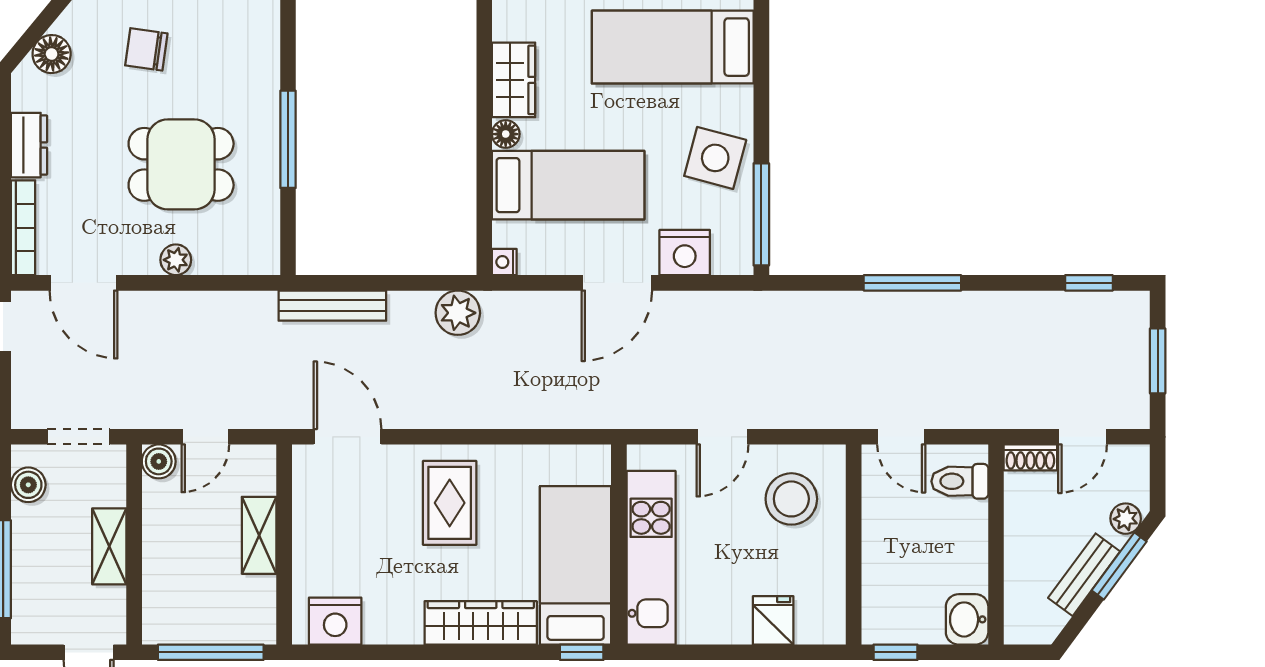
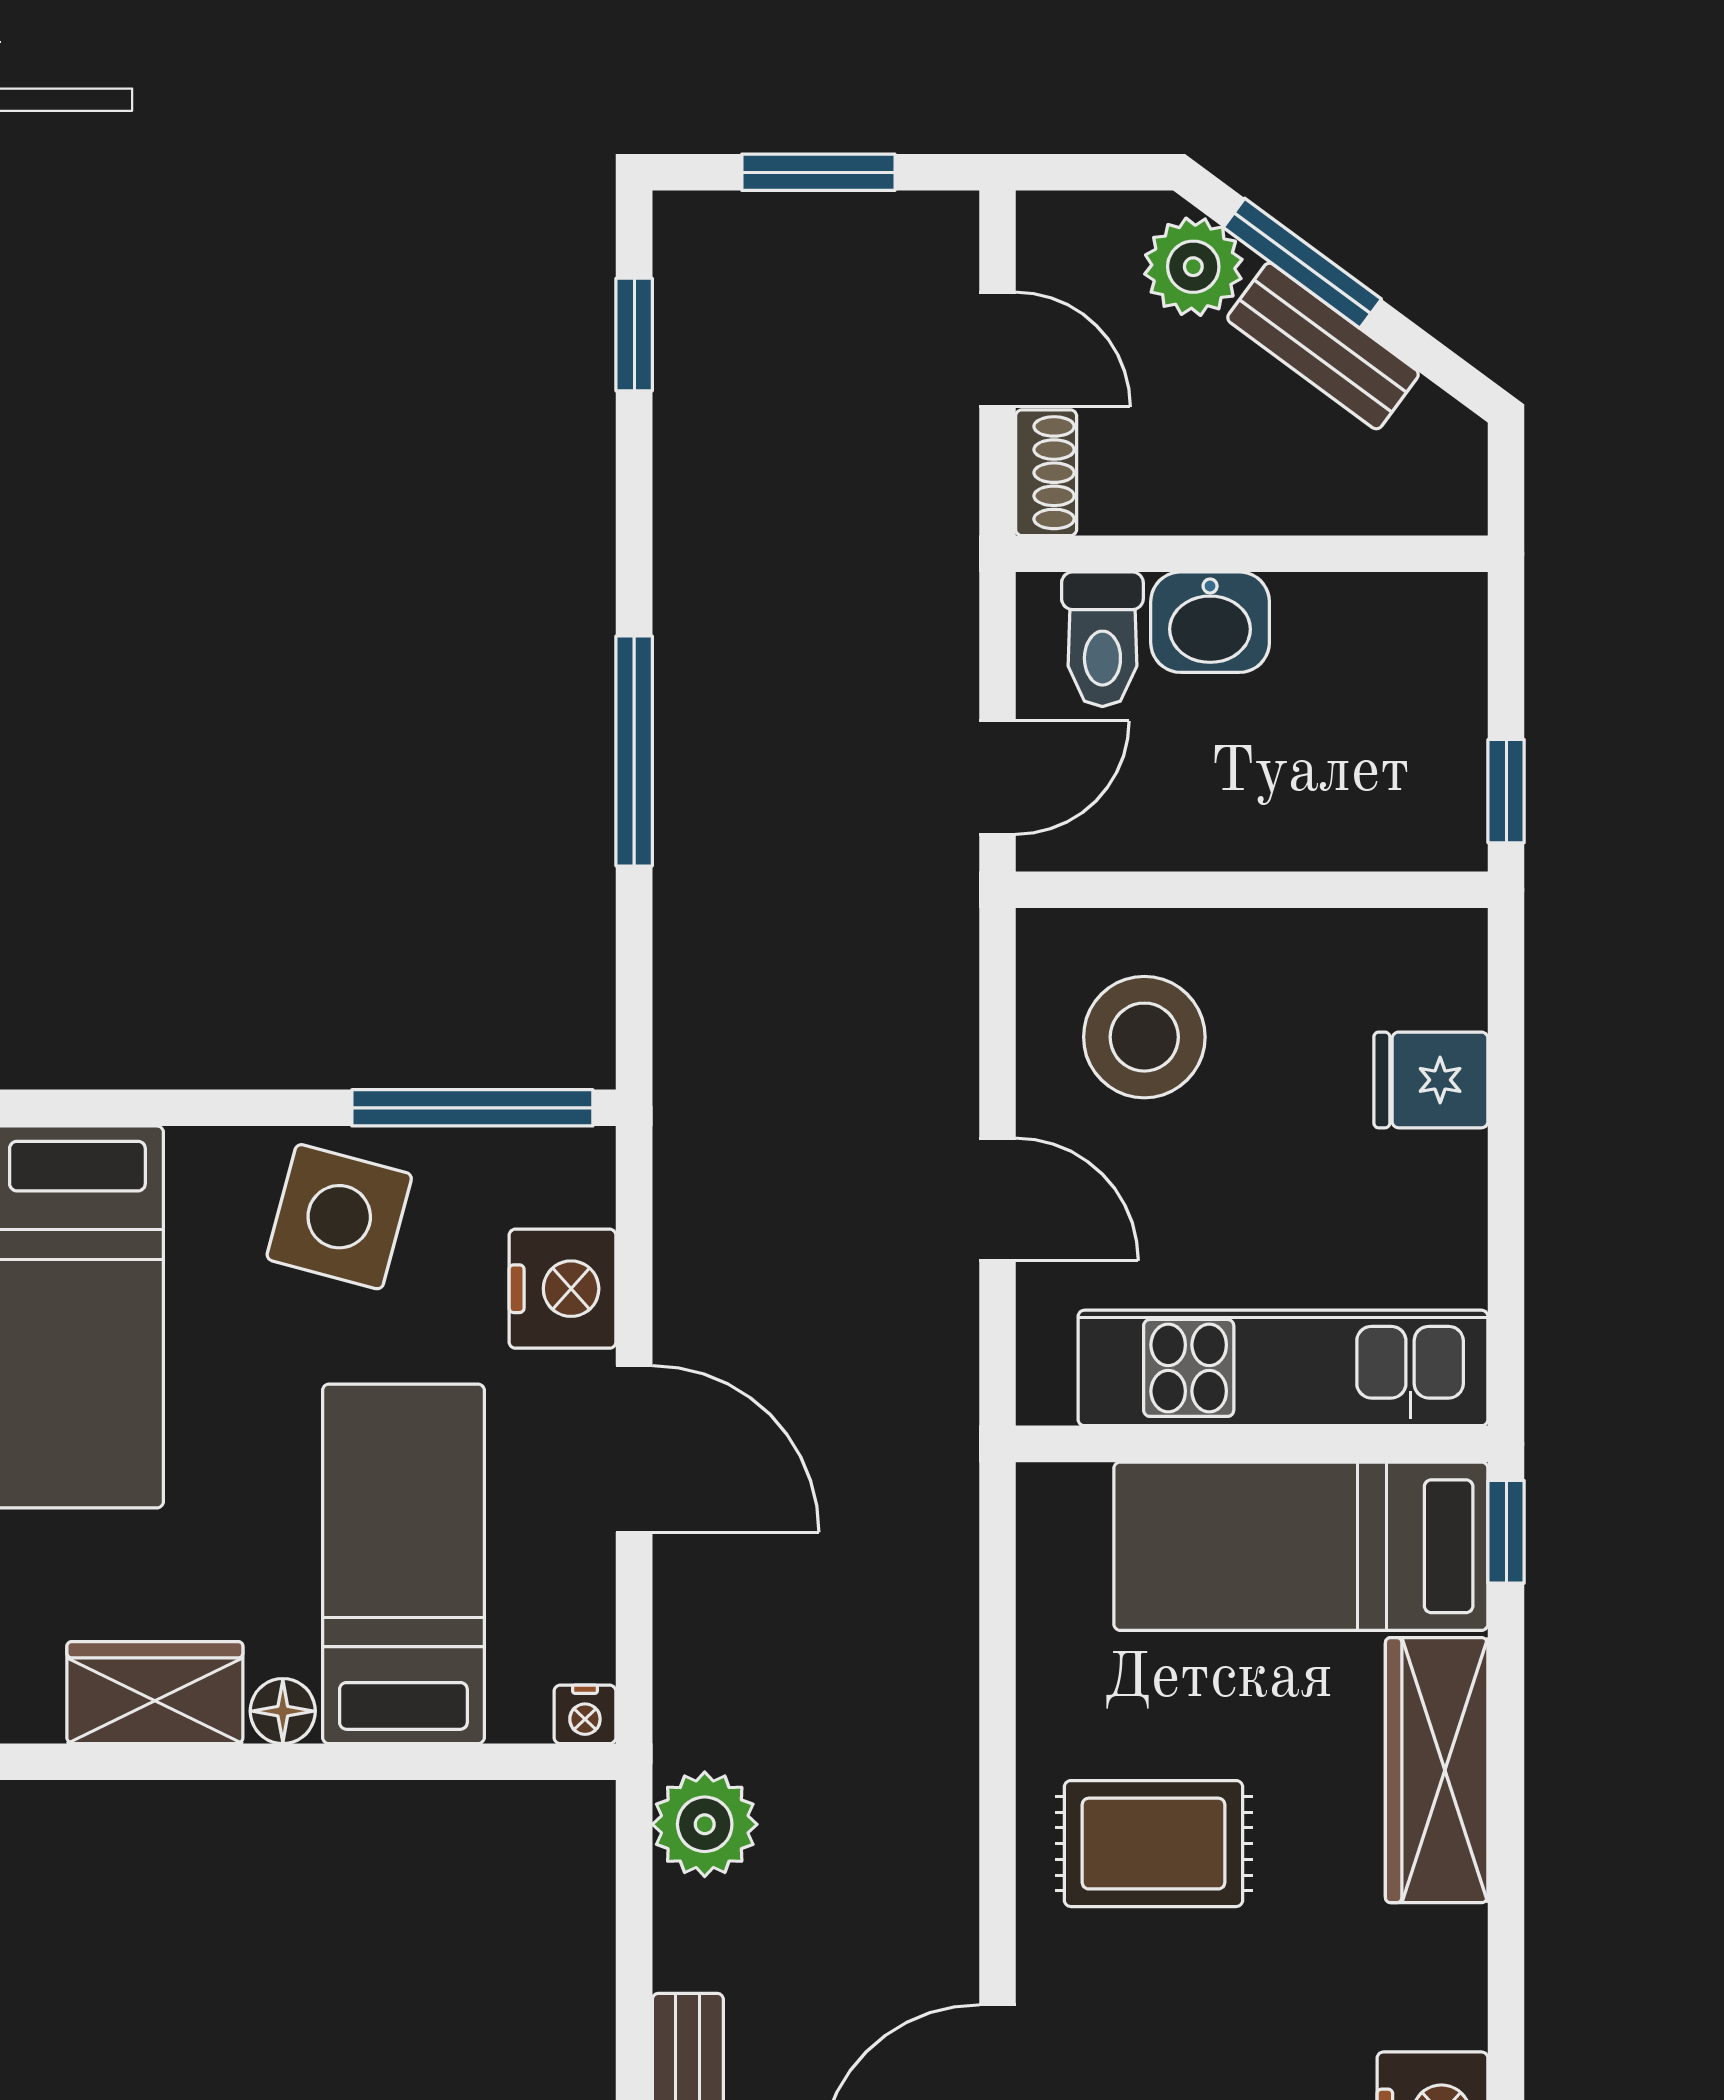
plant: (1126, 519) -> (1193, 267), width x1.38, depth x1.38
washbasin: (967, 619) -> (1210, 622), moved

